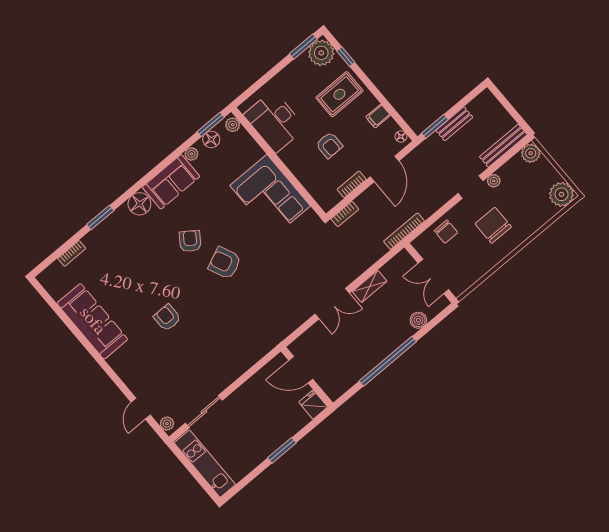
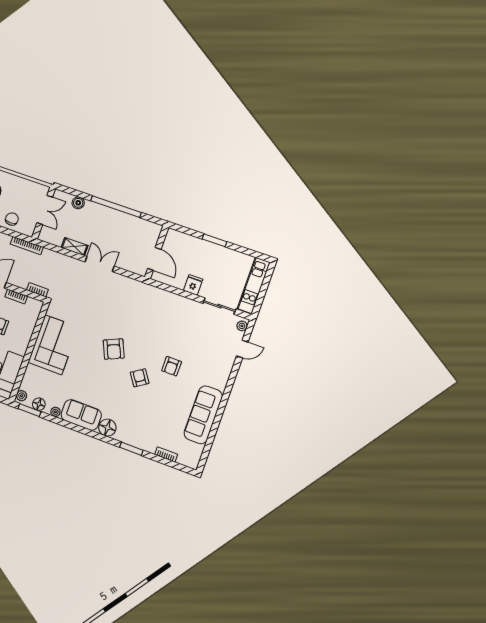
armchair: (190, 241) -> (140, 378), moved, turned 111
fridge: (313, 405) -> (193, 285), moved, turned 180

